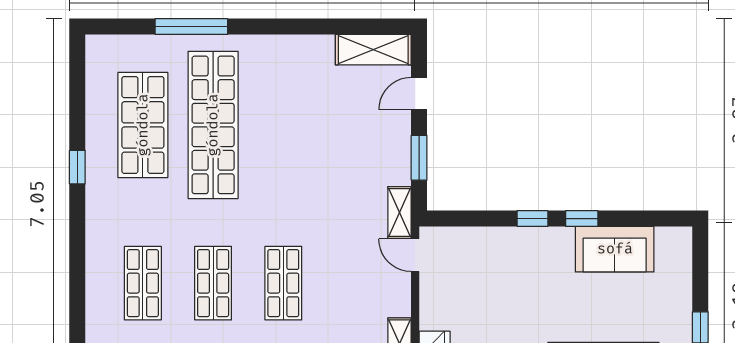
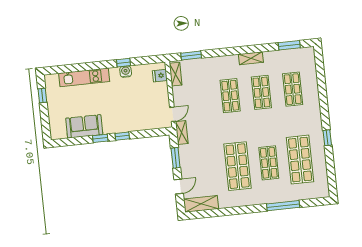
shop shelf: (213, 125) -> (269, 163), width x0.50, depth x0.74
shop shelf: (283, 125) -> (238, 166), added
door: (415, 255) -> (173, 114), hinge flipped

